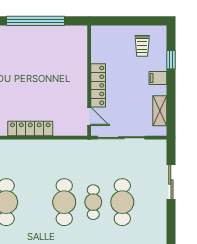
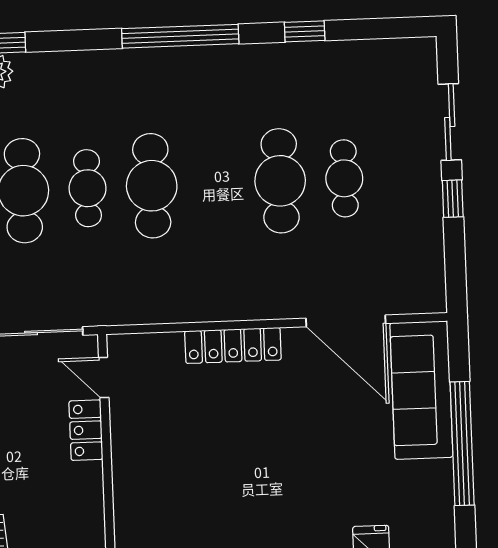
locker: (98, 85) -> (86, 430), width x0.66

